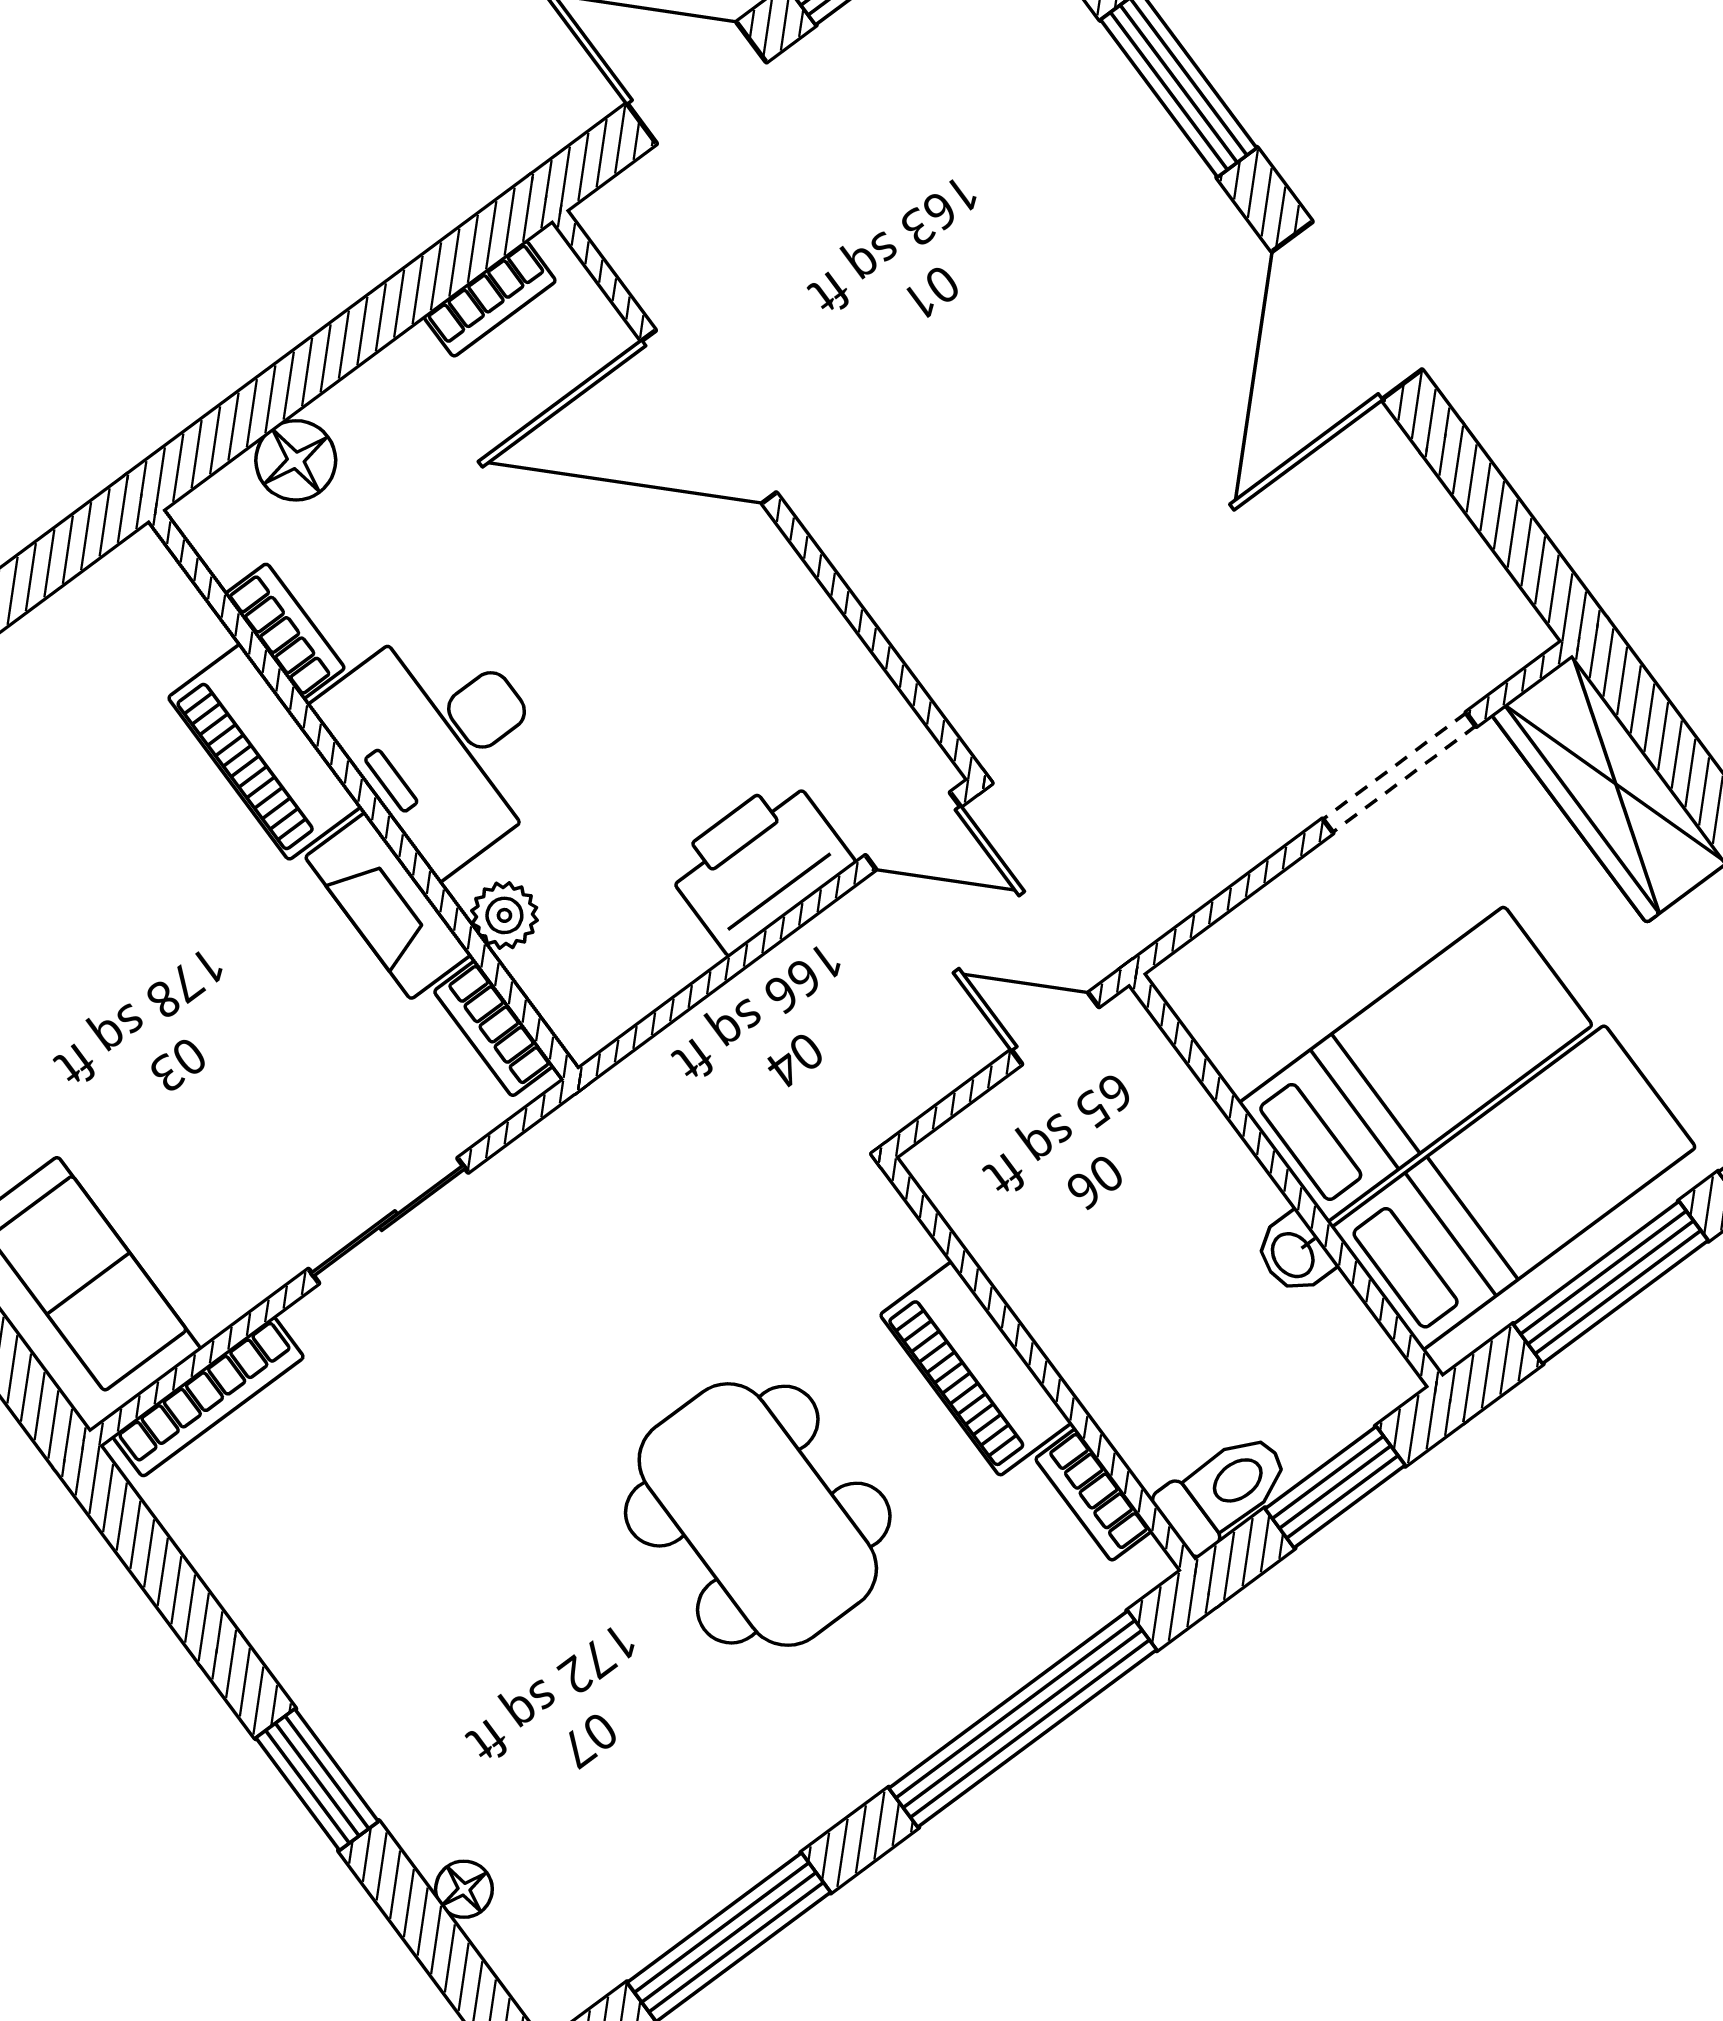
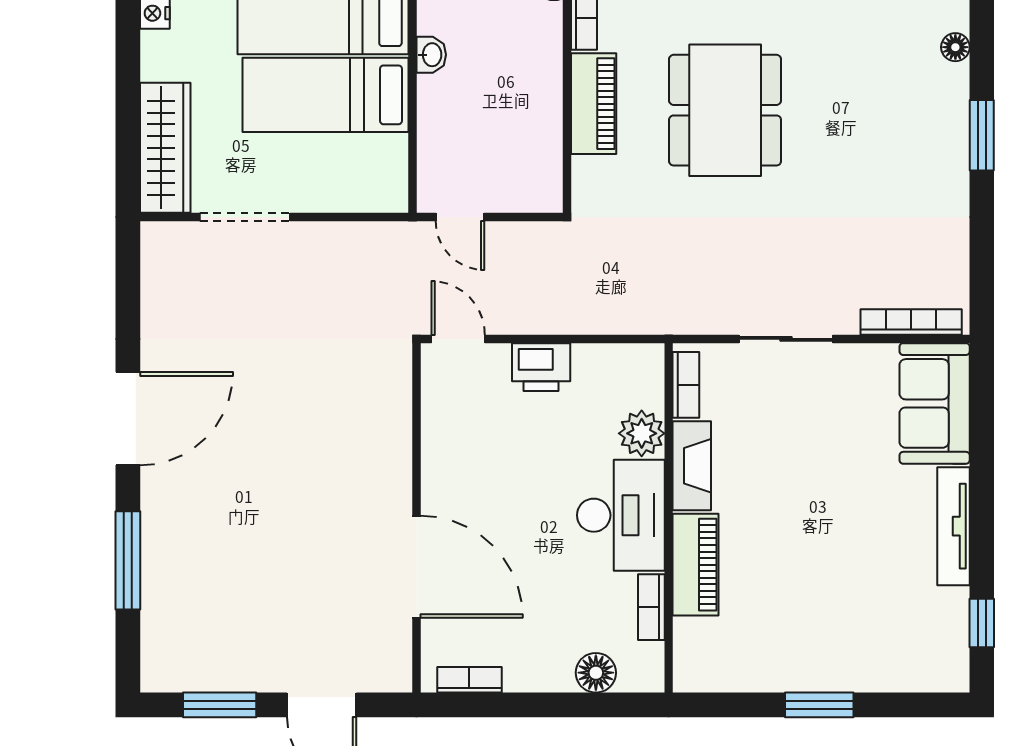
printer: (759, 864) -> (541, 367), width x0.73, depth x0.84
plant: (504, 915) -> (642, 433), width x1.38, depth x1.38

